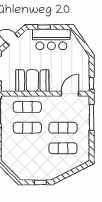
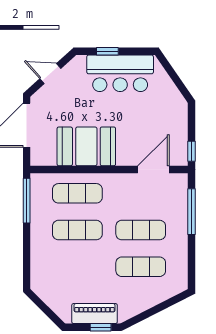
piano: (37, 175) -> (95, 314), added

